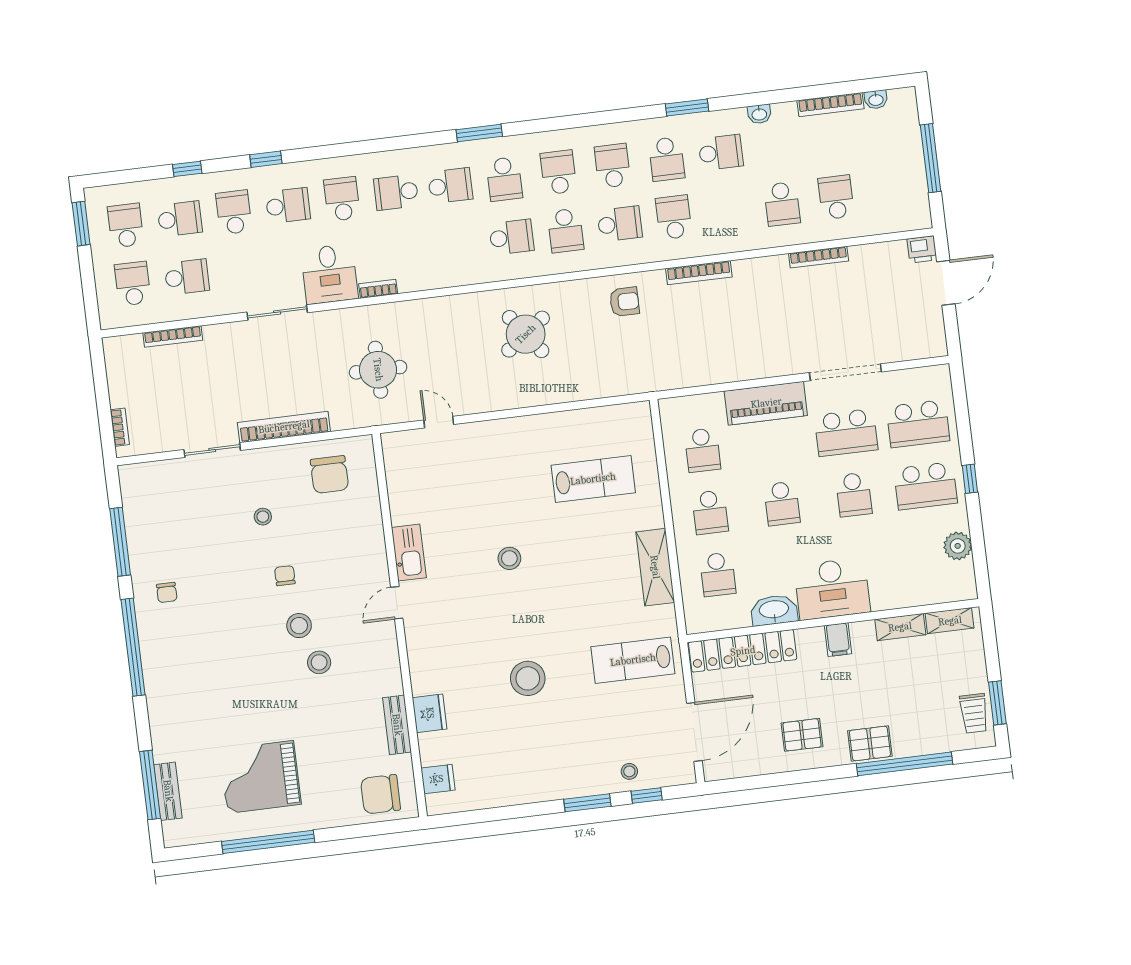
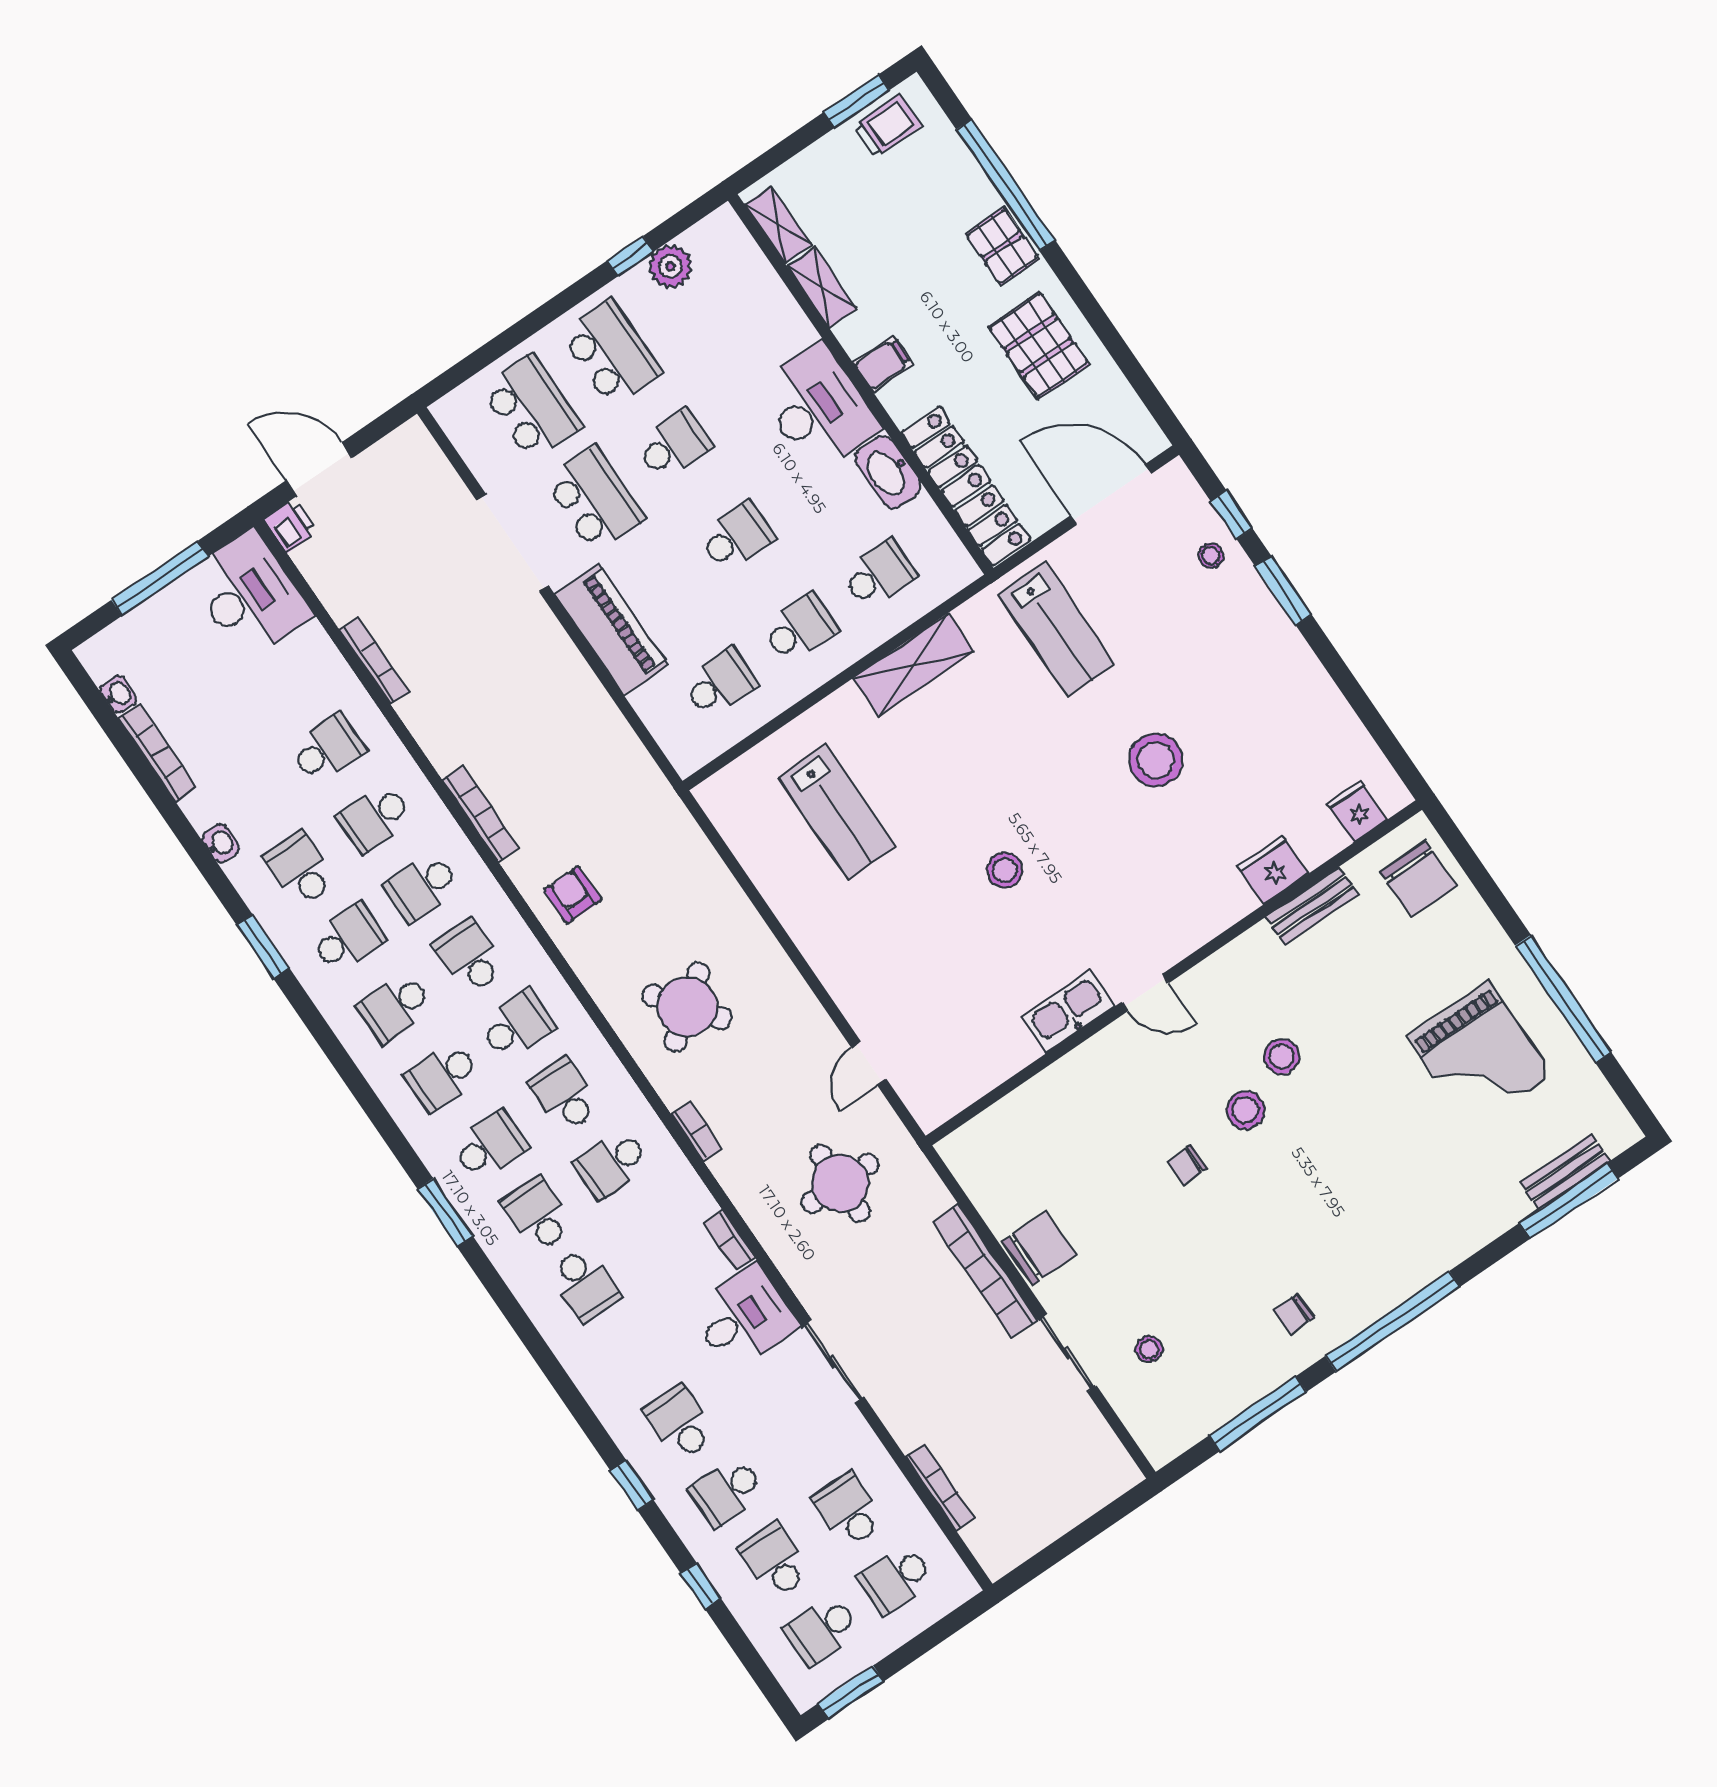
school desk: (836, 197) -> (375, 818), moved
school desk: (342, 199) -> (612, 1164), moved
desk: (894, 205) -> (249, 595), added
bookcase: (120, 427) -> (696, 1131), moved, turned 90
chair: (329, 475) -> (1039, 1248), moved
lab bench: (593, 479) -> (837, 812), turned 180
window: (970, 479) -> (630, 256), moved
stool: (263, 517) -> (1149, 1349), moved
chair: (167, 592) -> (1294, 1314), turned 180
pallet: (802, 735) -> (1039, 345), width x1.50, depth x1.42

